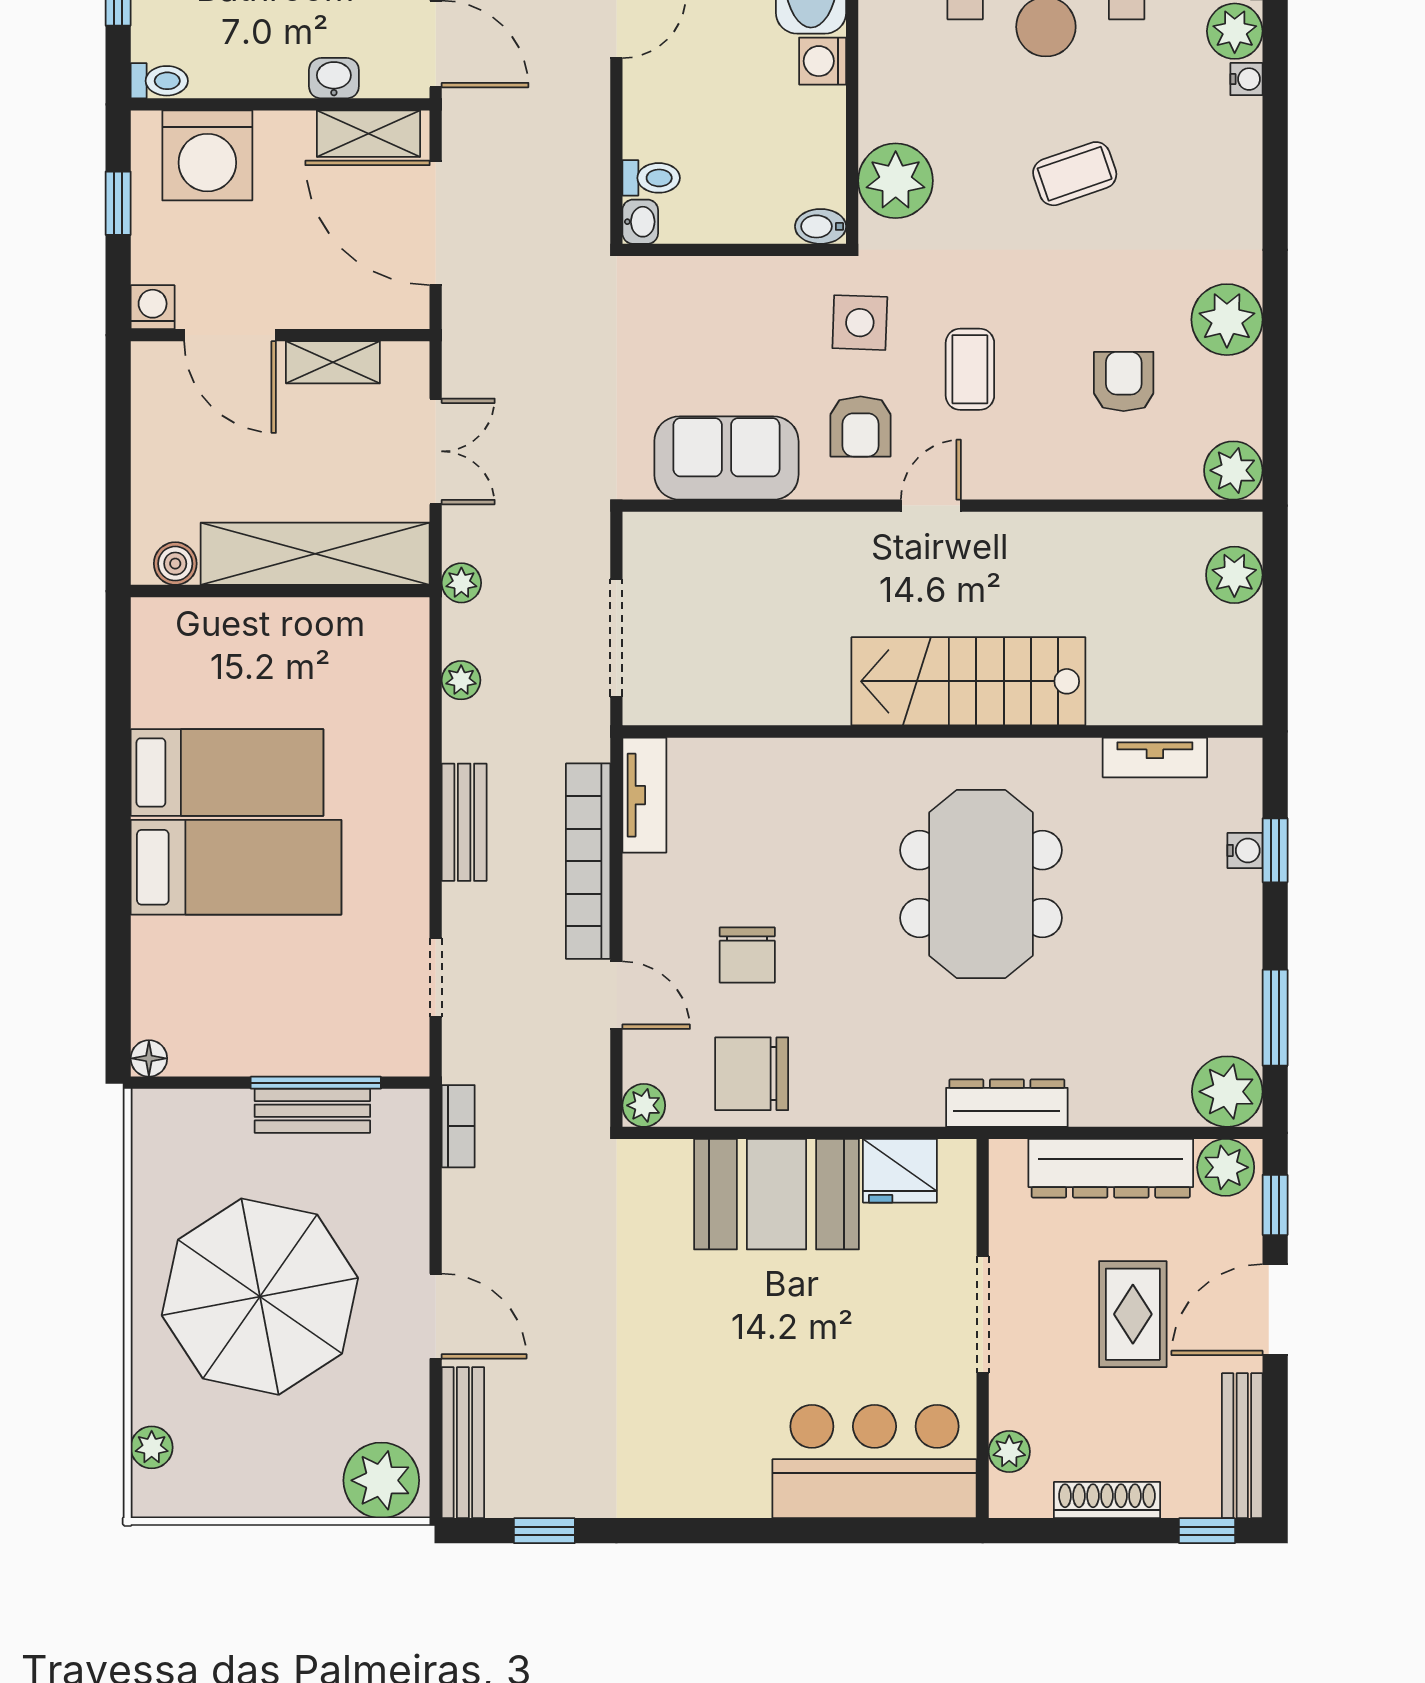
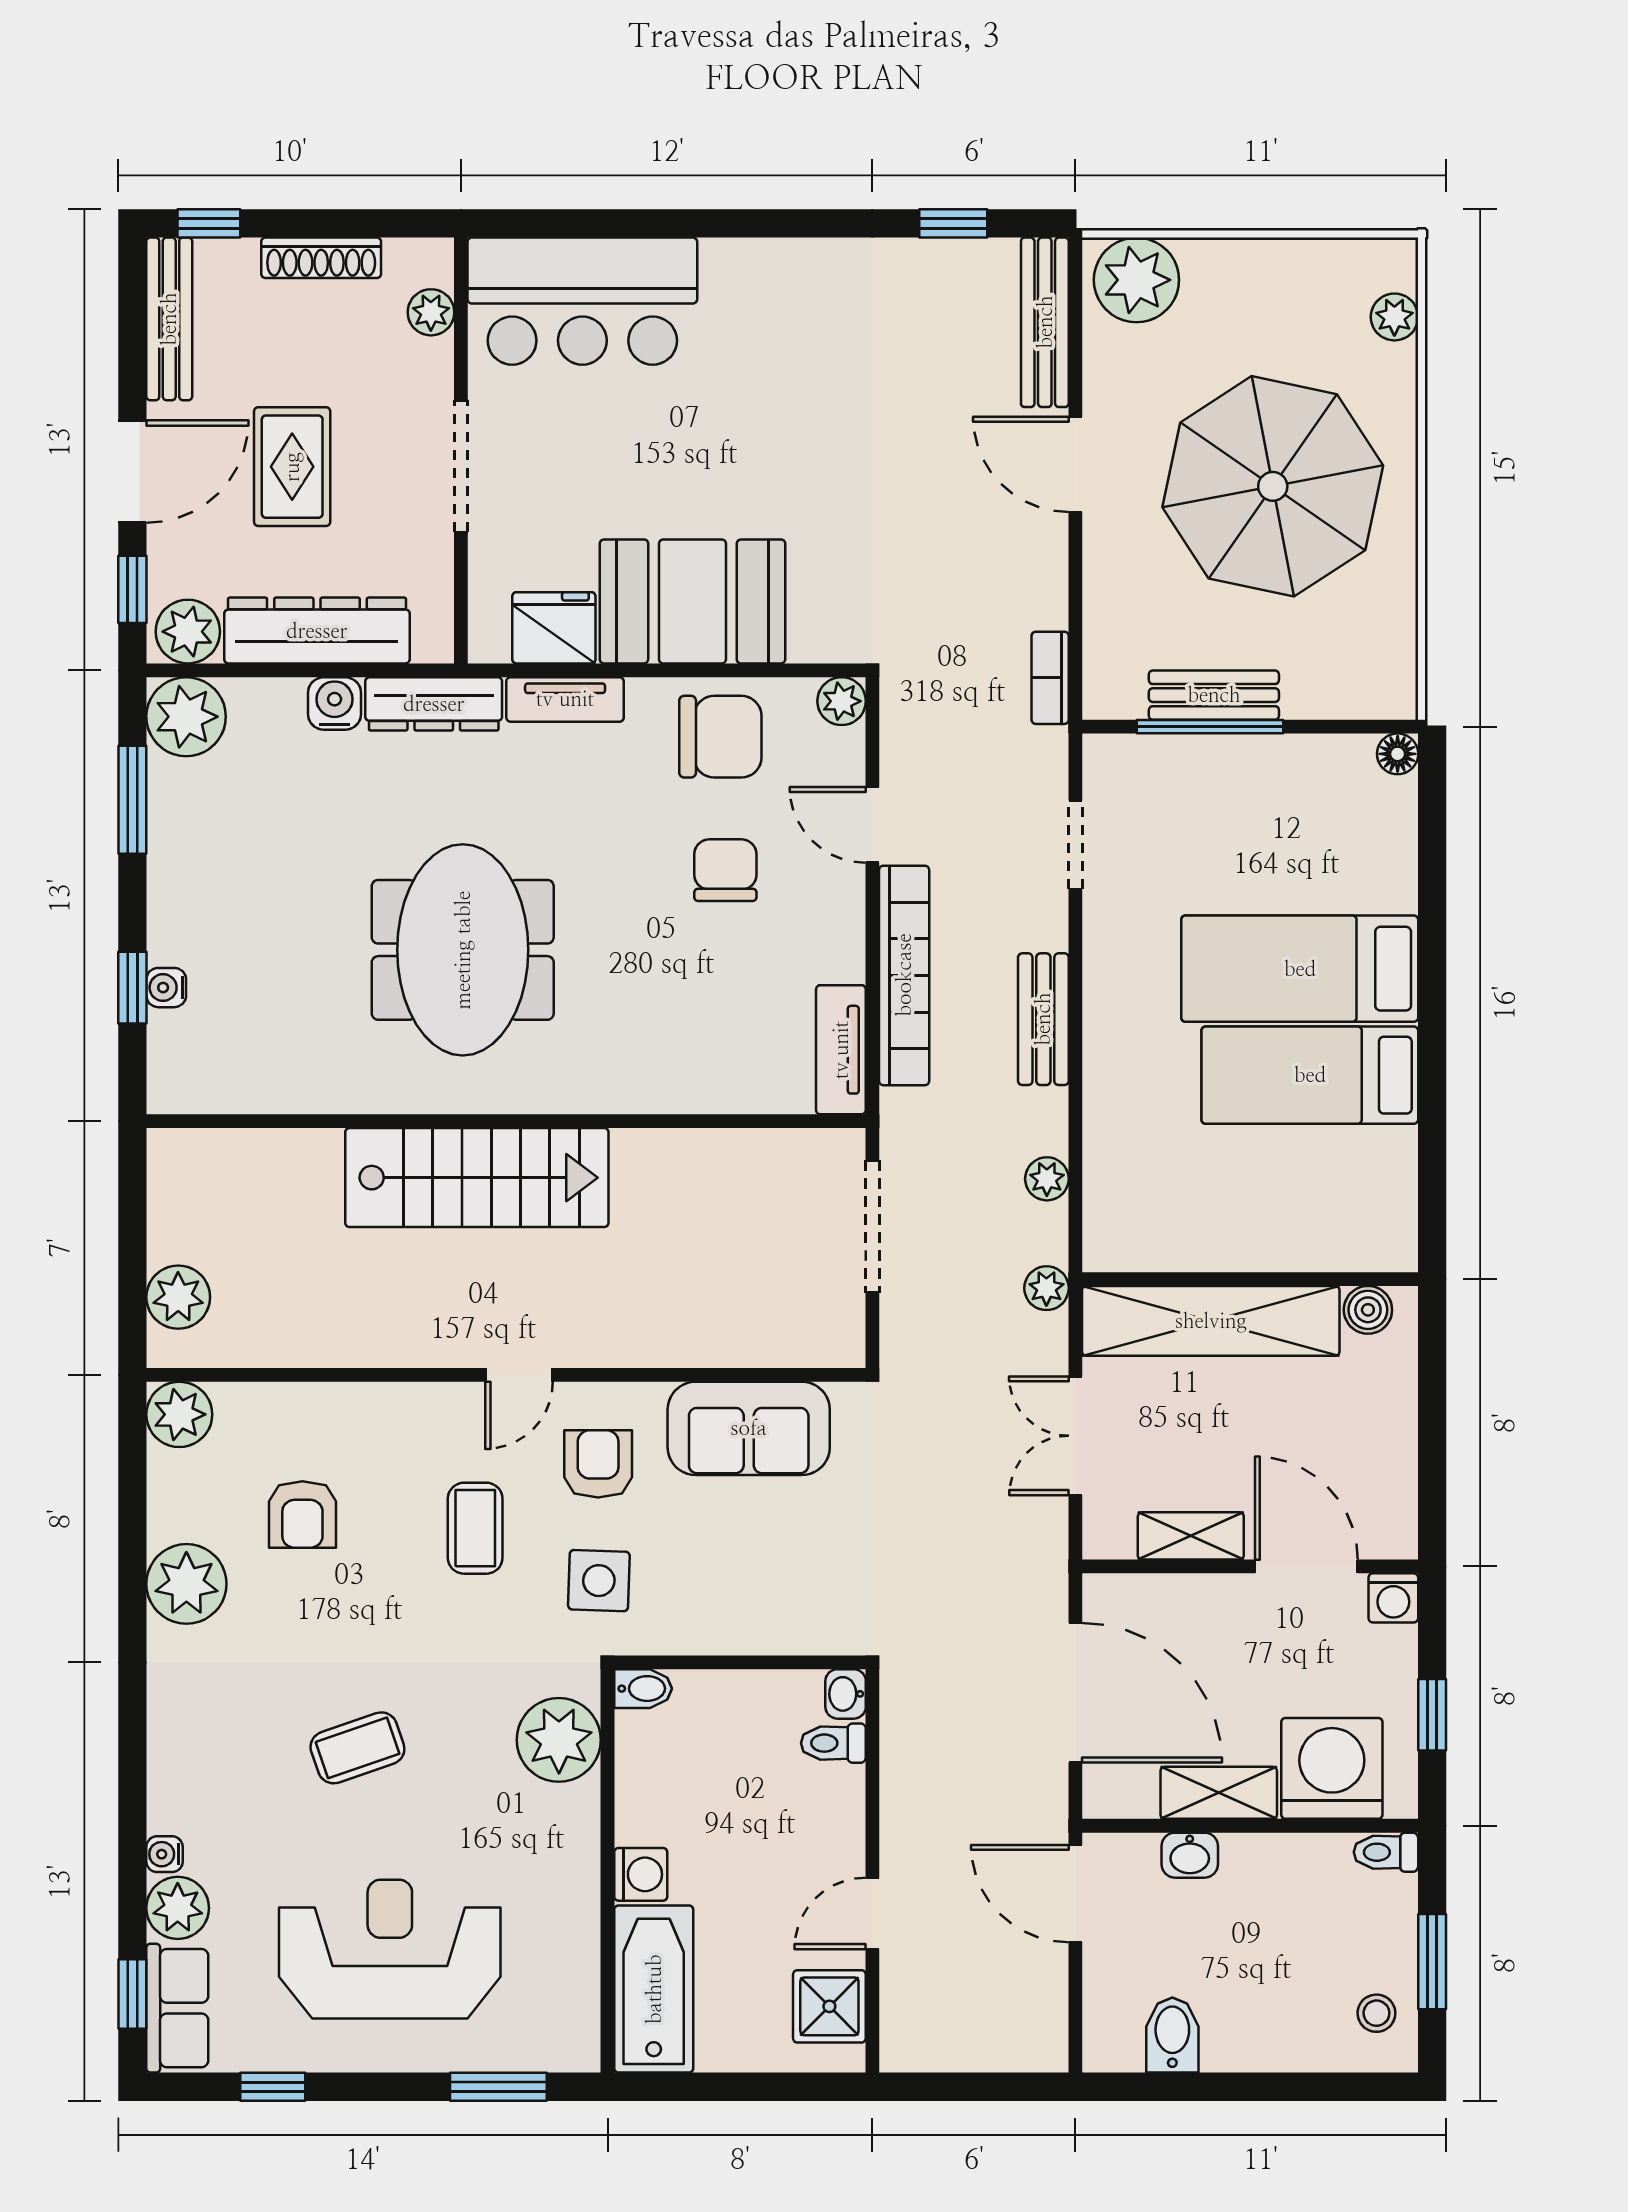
shelving: (369, 134) -> (1219, 1793), moved
tv unit: (1155, 757) -> (565, 699), moved, turned 180
water cooler: (1095, 1103) -> (335, 703), added

